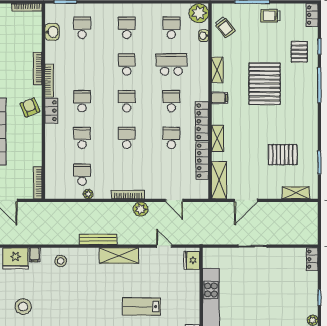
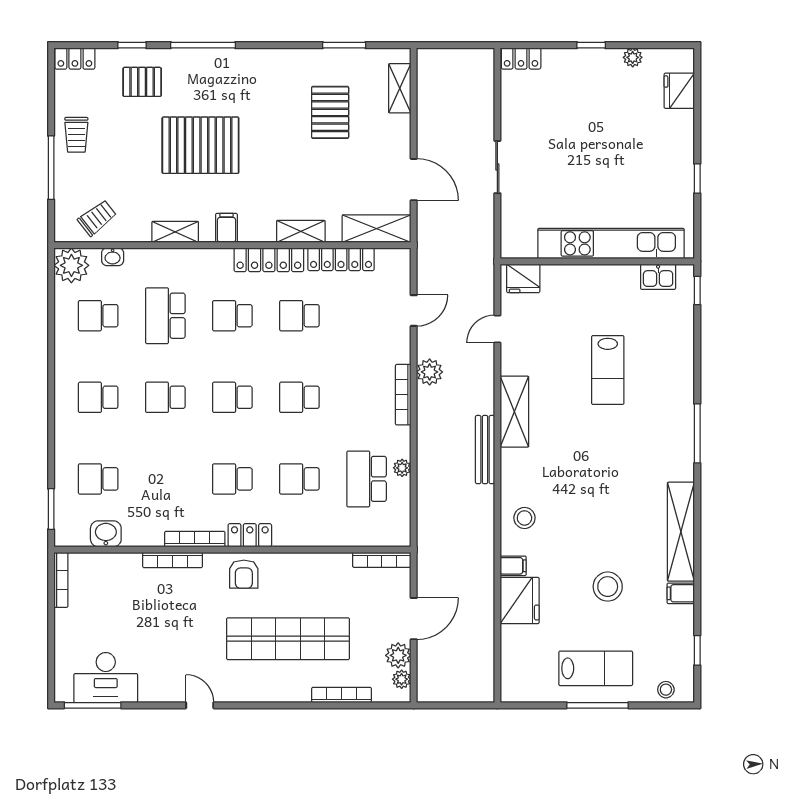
armchair: (30, 107) -> (244, 574), turned -68
school desk: (82, 175) -> (367, 479), width x1.85

